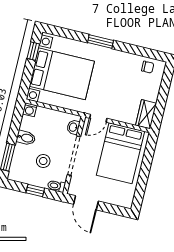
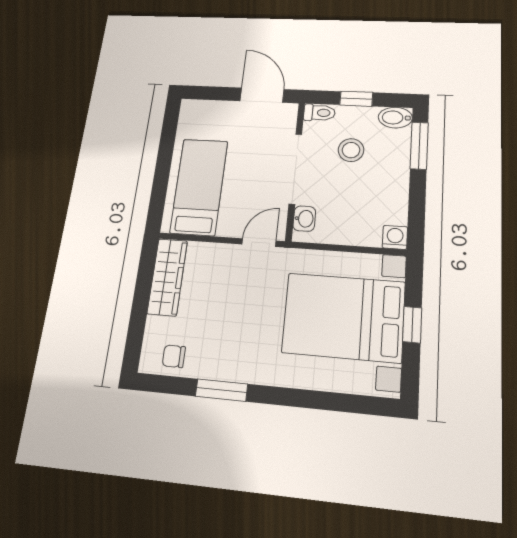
window: (100, 42) -> (221, 390), moved
window: (33, 51) -> (412, 325), moved
wardrobe: (146, 114) -> (167, 277), width x1.50
bidet: (26, 138) -> (395, 118), moved
bed: (120, 153) -> (199, 187), width x0.67

